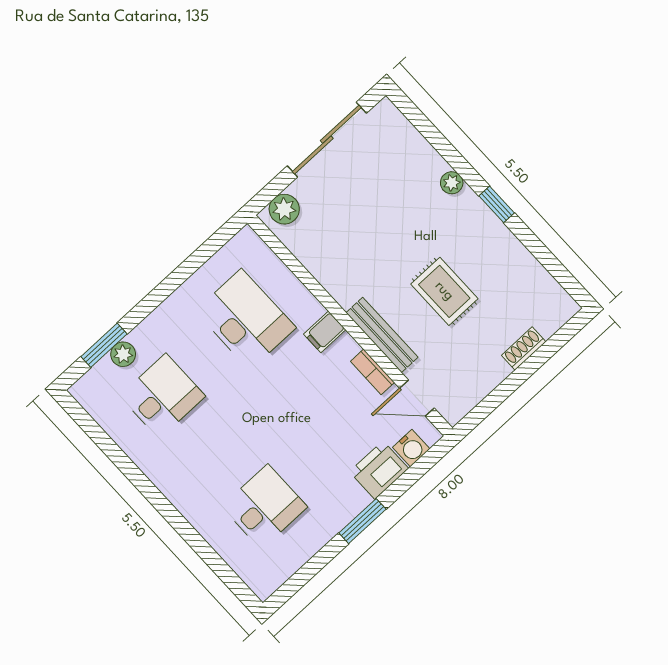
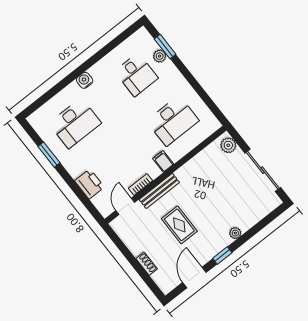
door: (543, 255) -> (194, 277), added
rug: (444, 291) -> (179, 225), turned 90
water cooler: (411, 448) -> (85, 80), moved, turned 90
desk: (264, 507) -> (75, 123), width x1.37
window: (362, 521) -> (49, 155), moved

